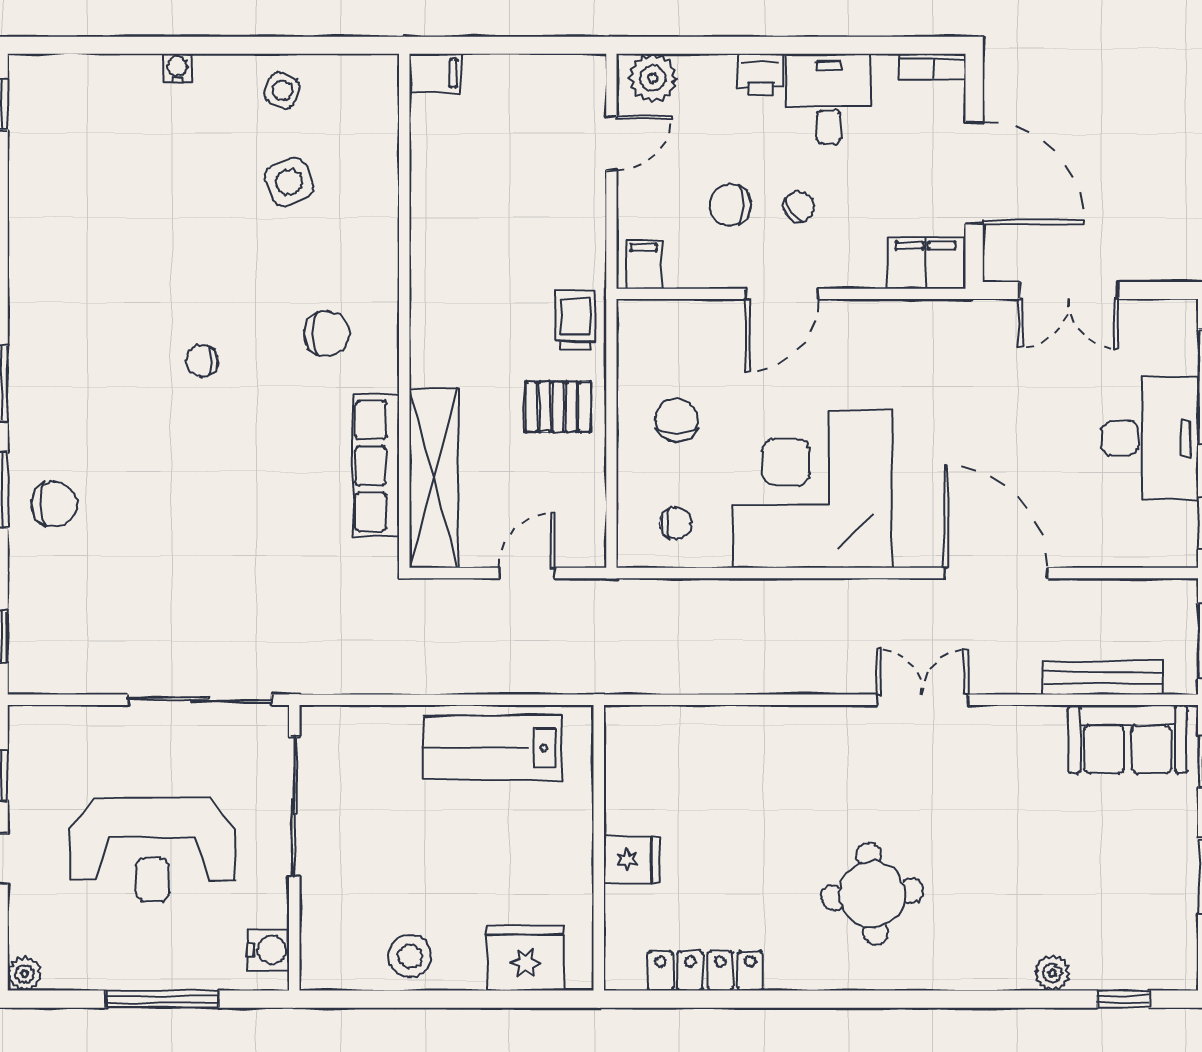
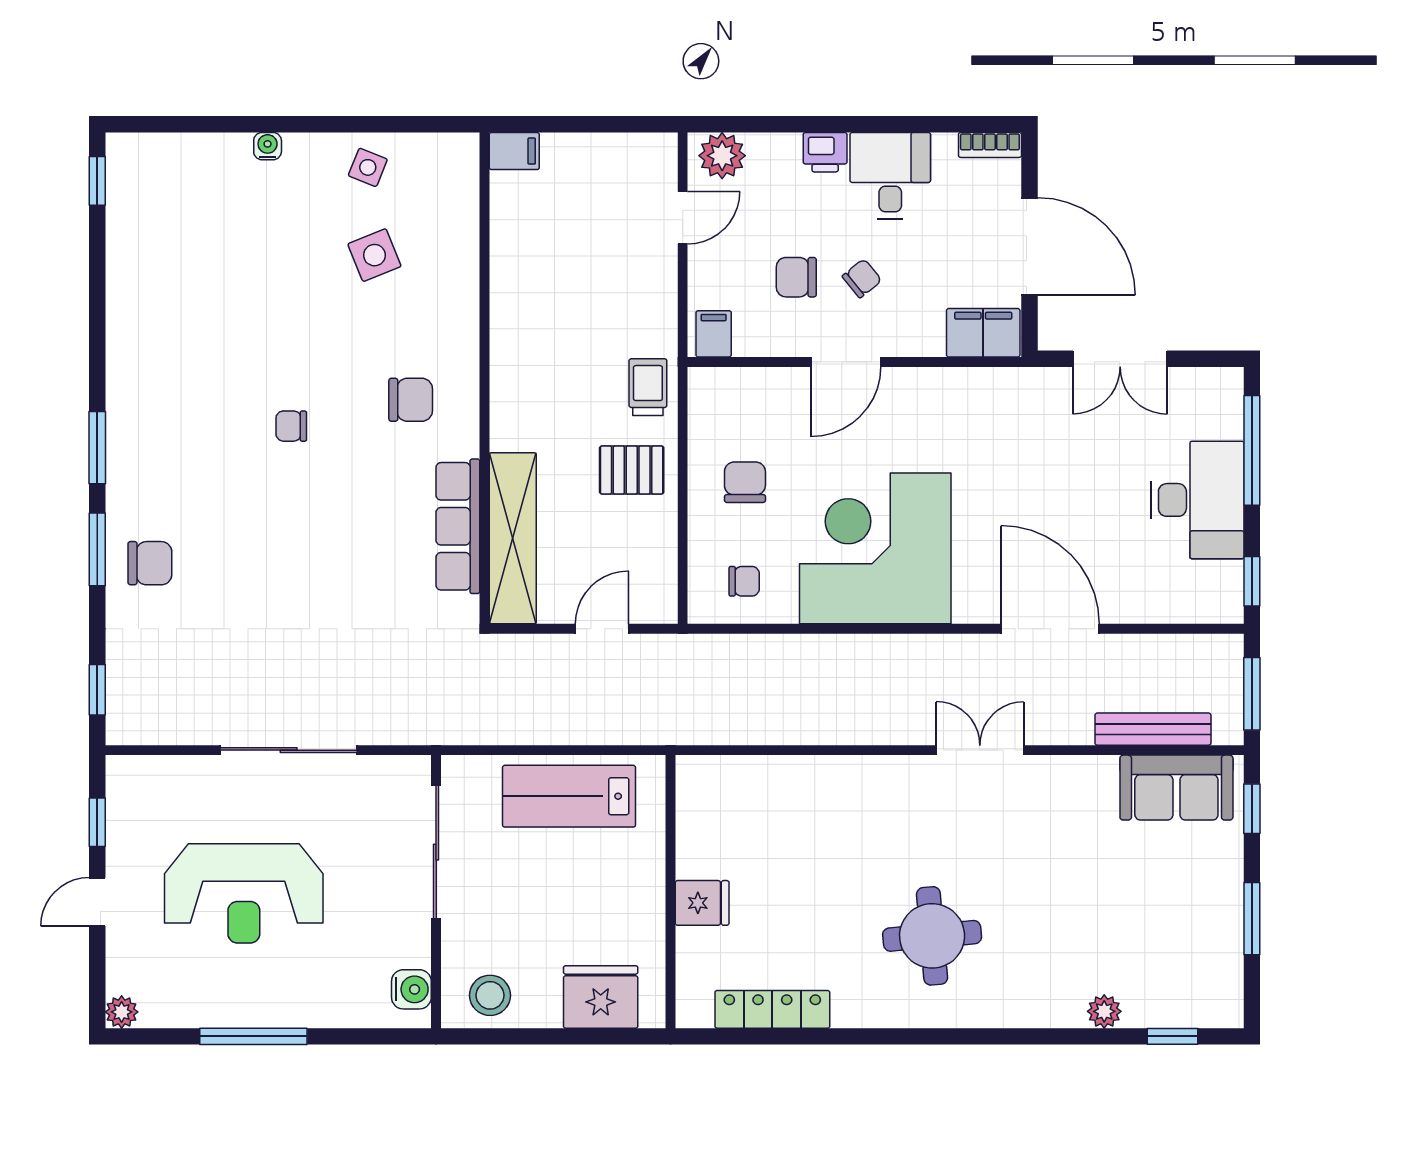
sliding door: (294, 806) -> (436, 852), moved
wall: (294, 848) -> (436, 892), moved
water cooler: (268, 950) -> (411, 989), moved

